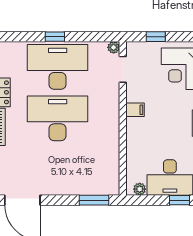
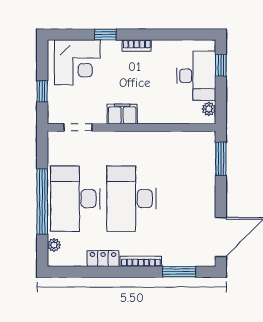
window: (55, 37) -> (42, 201), width x3.17
plant: (114, 47) -> (54, 245), moved
filing cabinet: (135, 110) -> (122, 114), width x2.00

